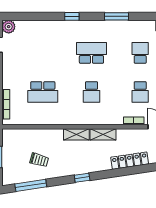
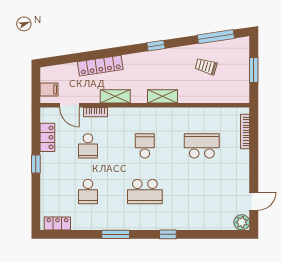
school desk: (140, 92) -> (88, 146), turned 180
shelving: (103, 134) -> (115, 96), moved

